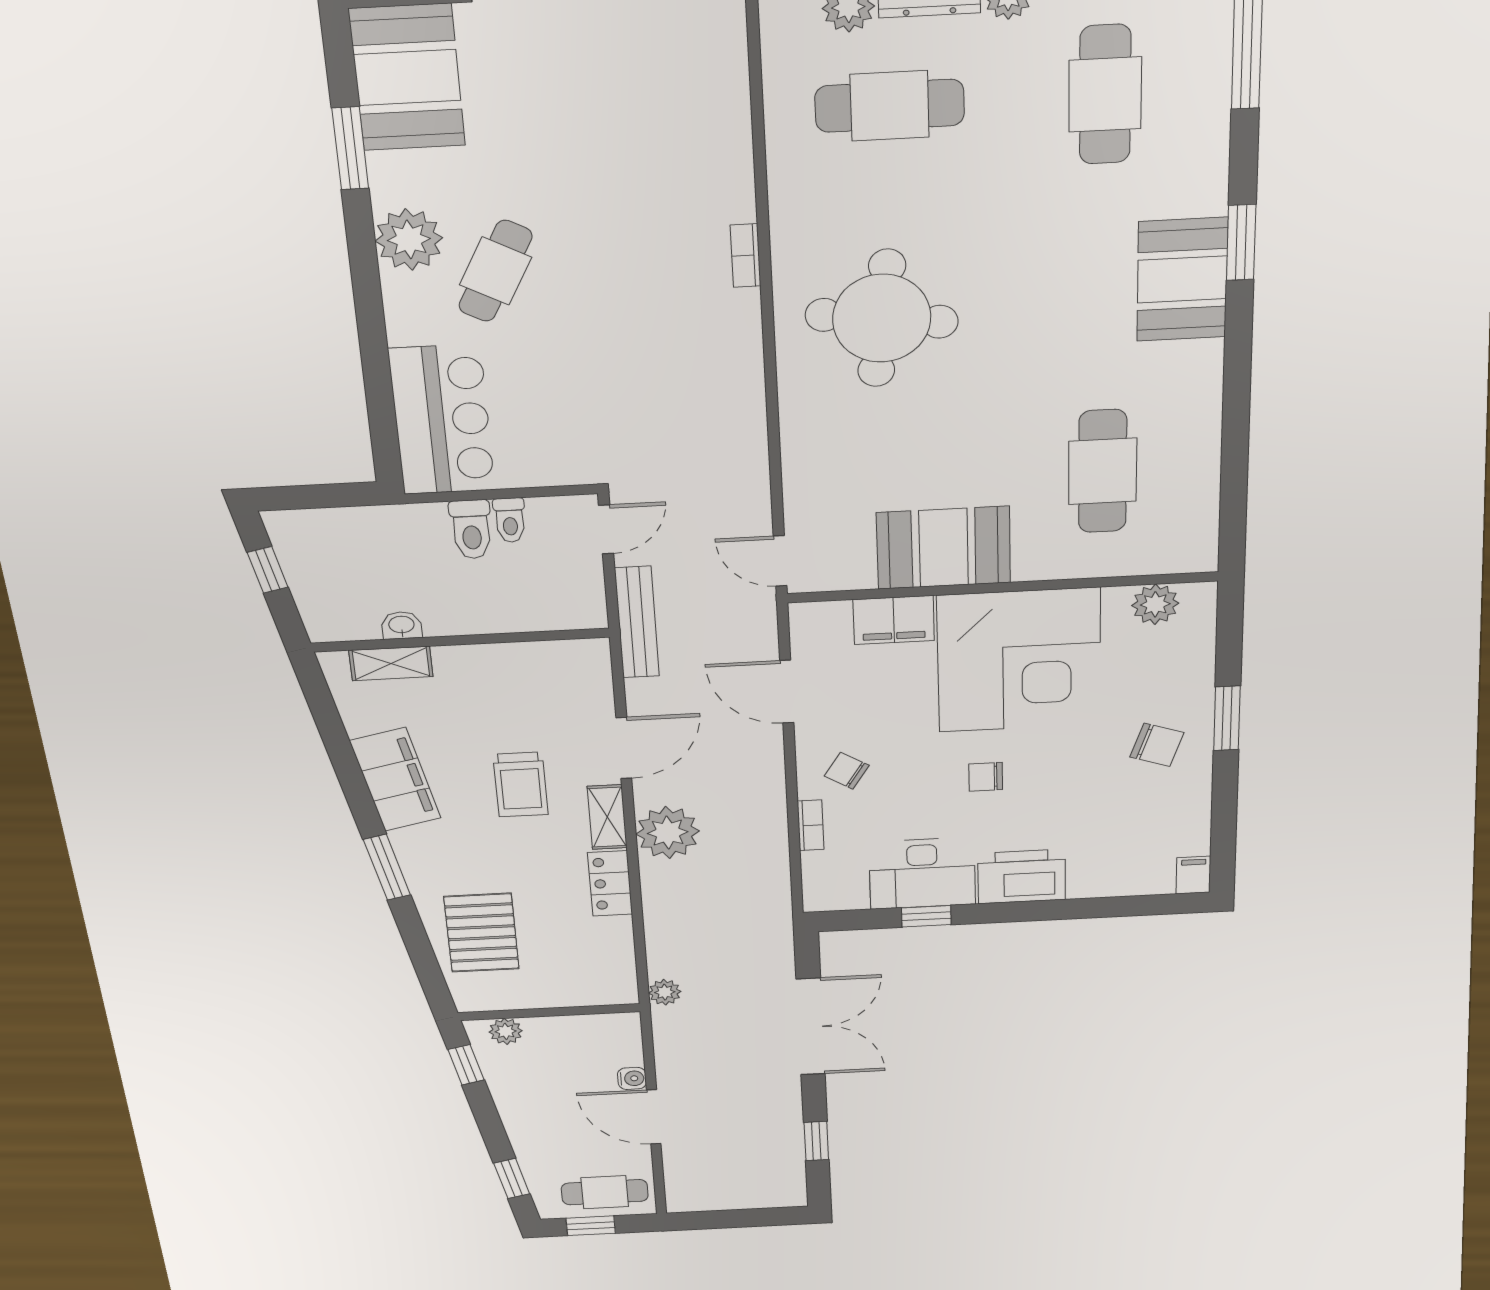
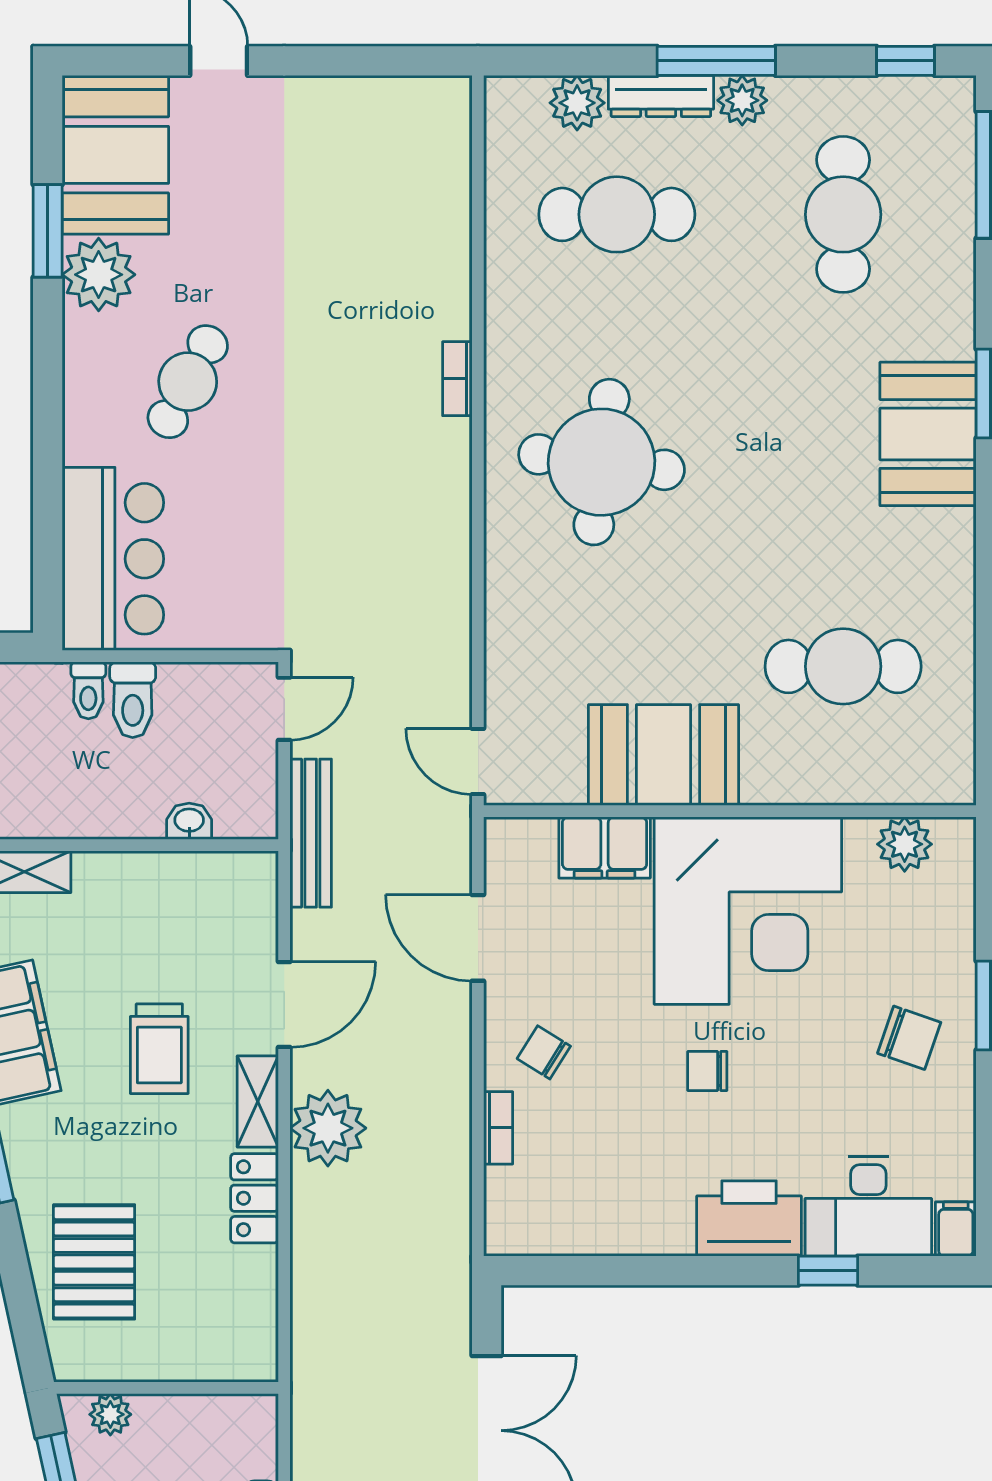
plant: (409, 239) -> (99, 275), moved
cafe table: (1103, 471) -> (843, 666), turned 90
toilet: (510, 520) -> (88, 690), moved
washbasin: (402, 625) -> (189, 821), moved
desk: (922, 873) -> (868, 1206), moved
window: (926, 916) -> (828, 1271), moved
plant: (665, 992) -> (310, 1366), removed

